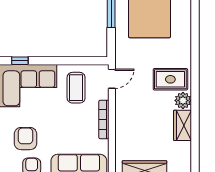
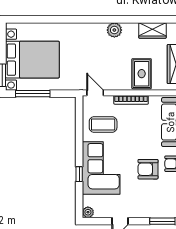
rug: (170, 79) -> (142, 74), moved
wardrobe: (182, 125) -> (152, 30), moved

